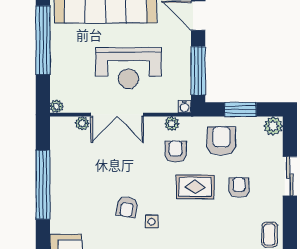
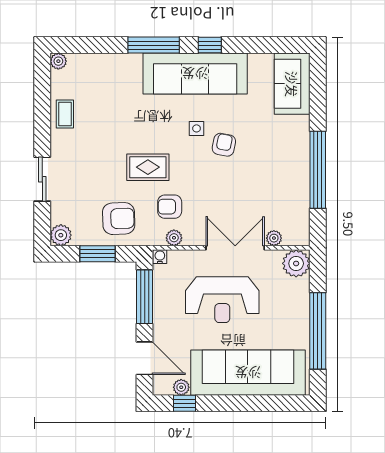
reception desk: (128, 68) -> (222, 300), turned 180
plant: (57, 106) -> (296, 263), width x1.88, depth x1.88
armchair: (221, 141) -> (119, 219), turned -92
armchair: (176, 152) -> (170, 207), turned 90
armchair: (239, 187) -> (99, 167), removed

